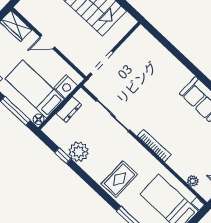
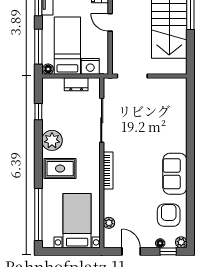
plant: (79, 152) -> (52, 140), moved

